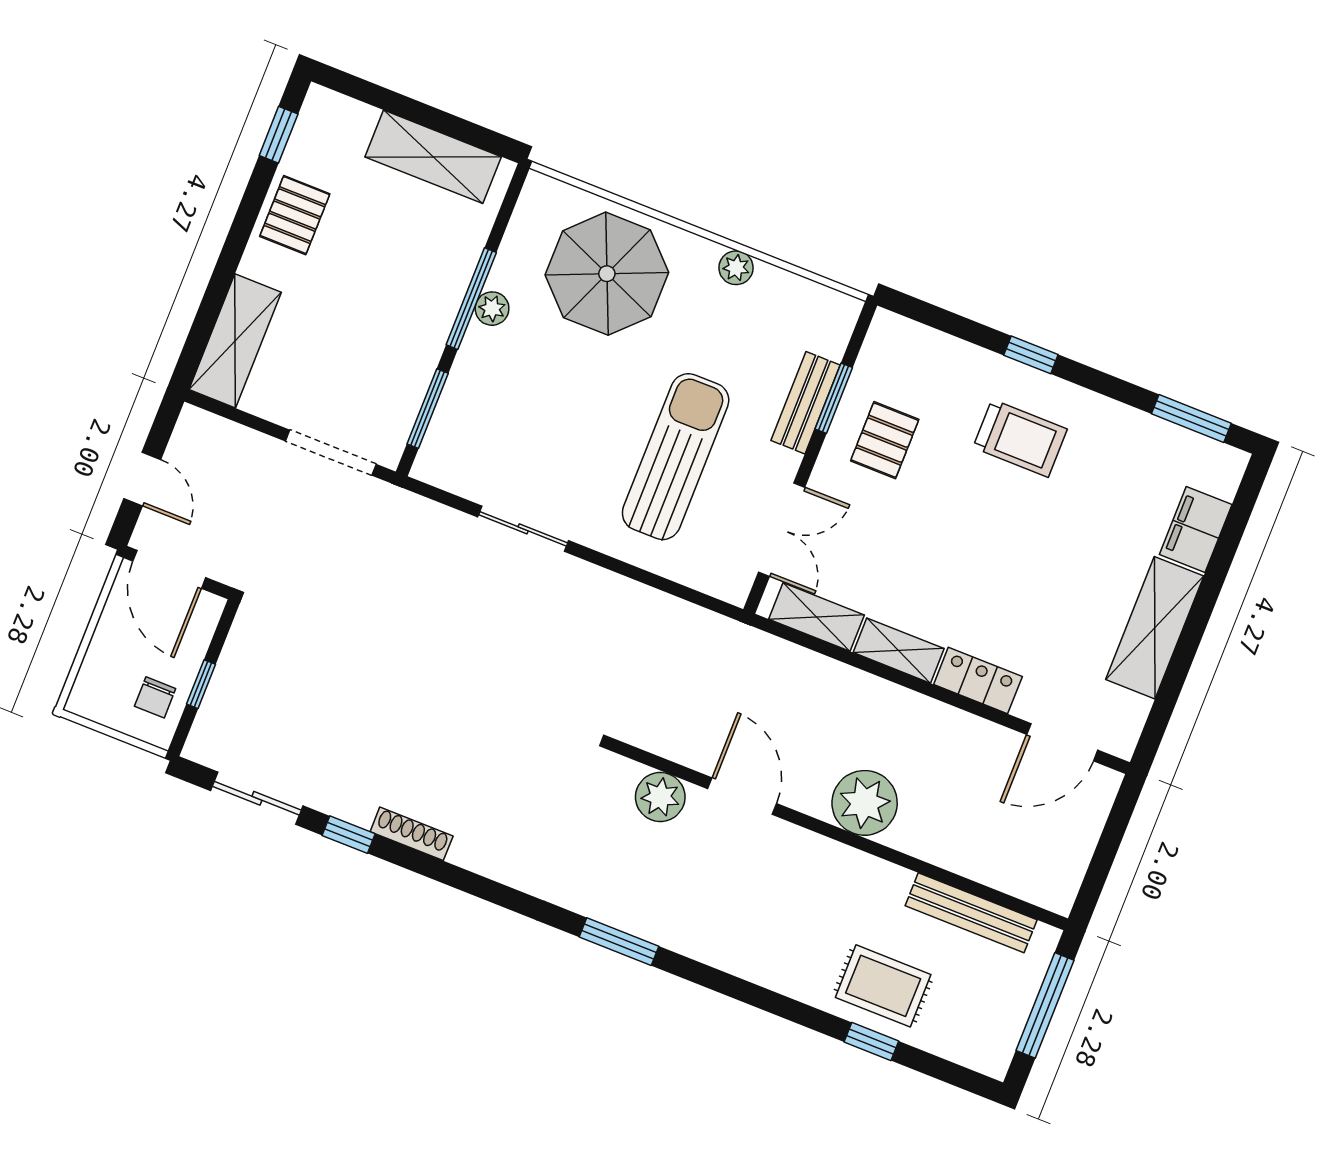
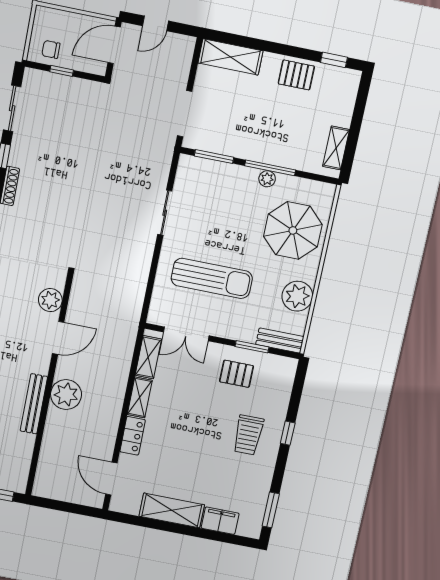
shelving: (433, 157) -> (336, 148), width x0.67, depth x0.75
plant: (736, 268) -> (297, 296), width x1.87, depth x1.87
bench: (805, 403) -> (280, 341), moved
bench: (971, 913) -> (34, 404), moved

